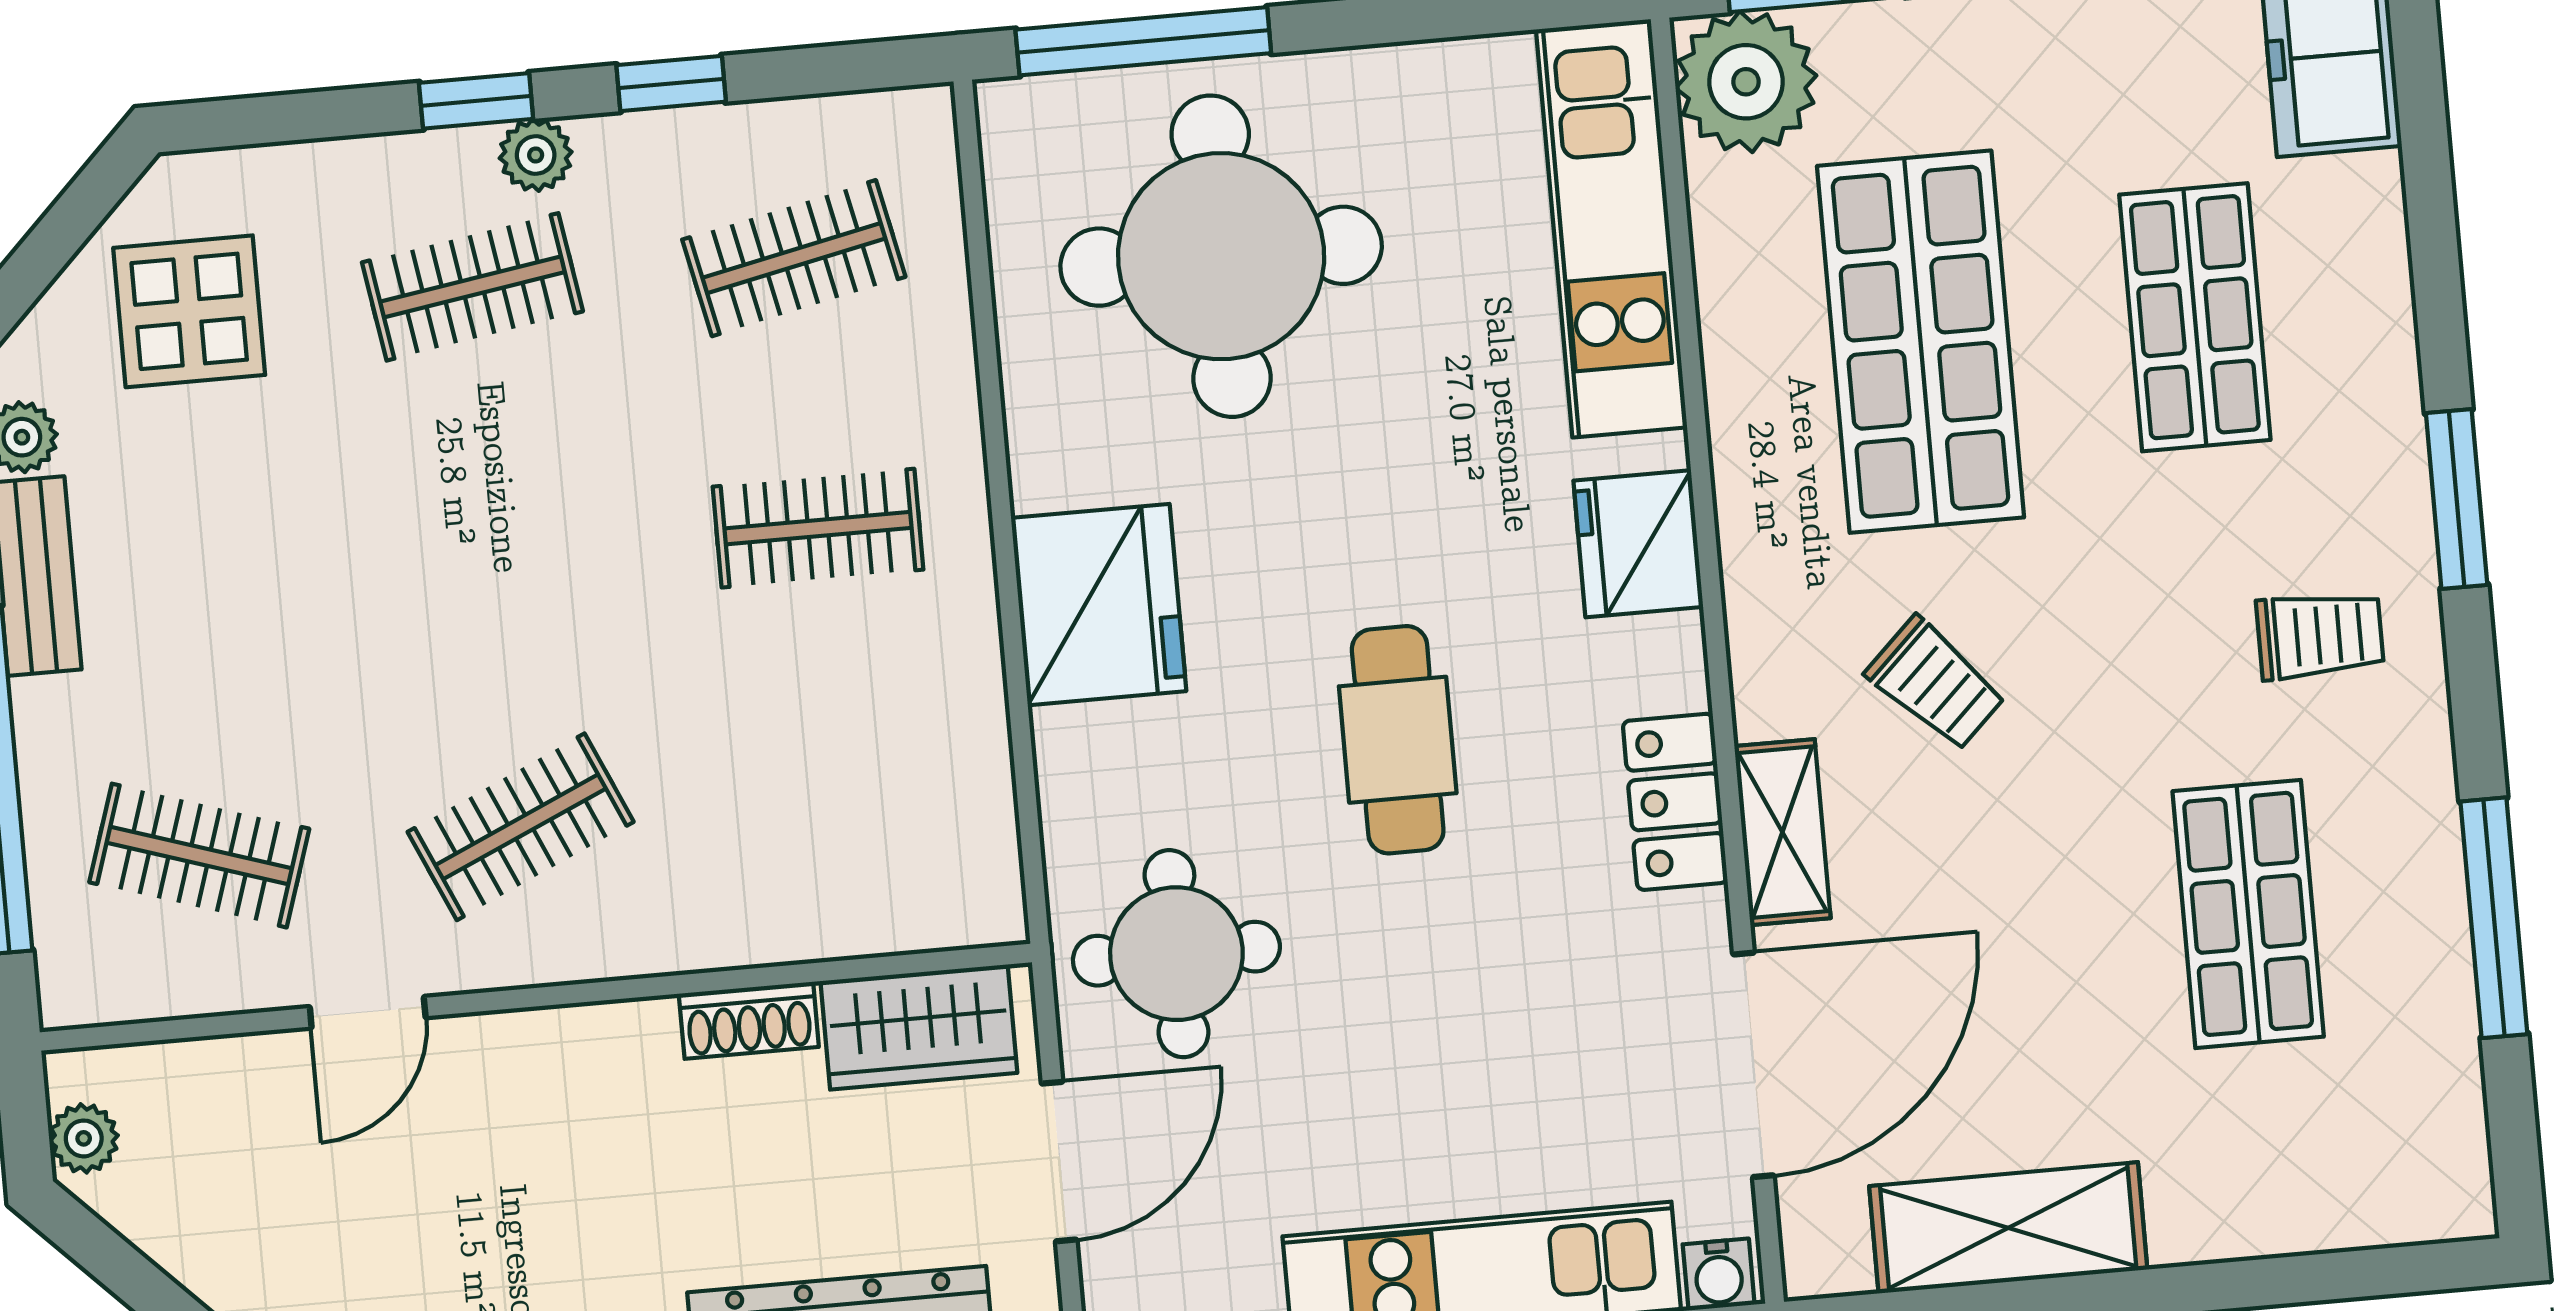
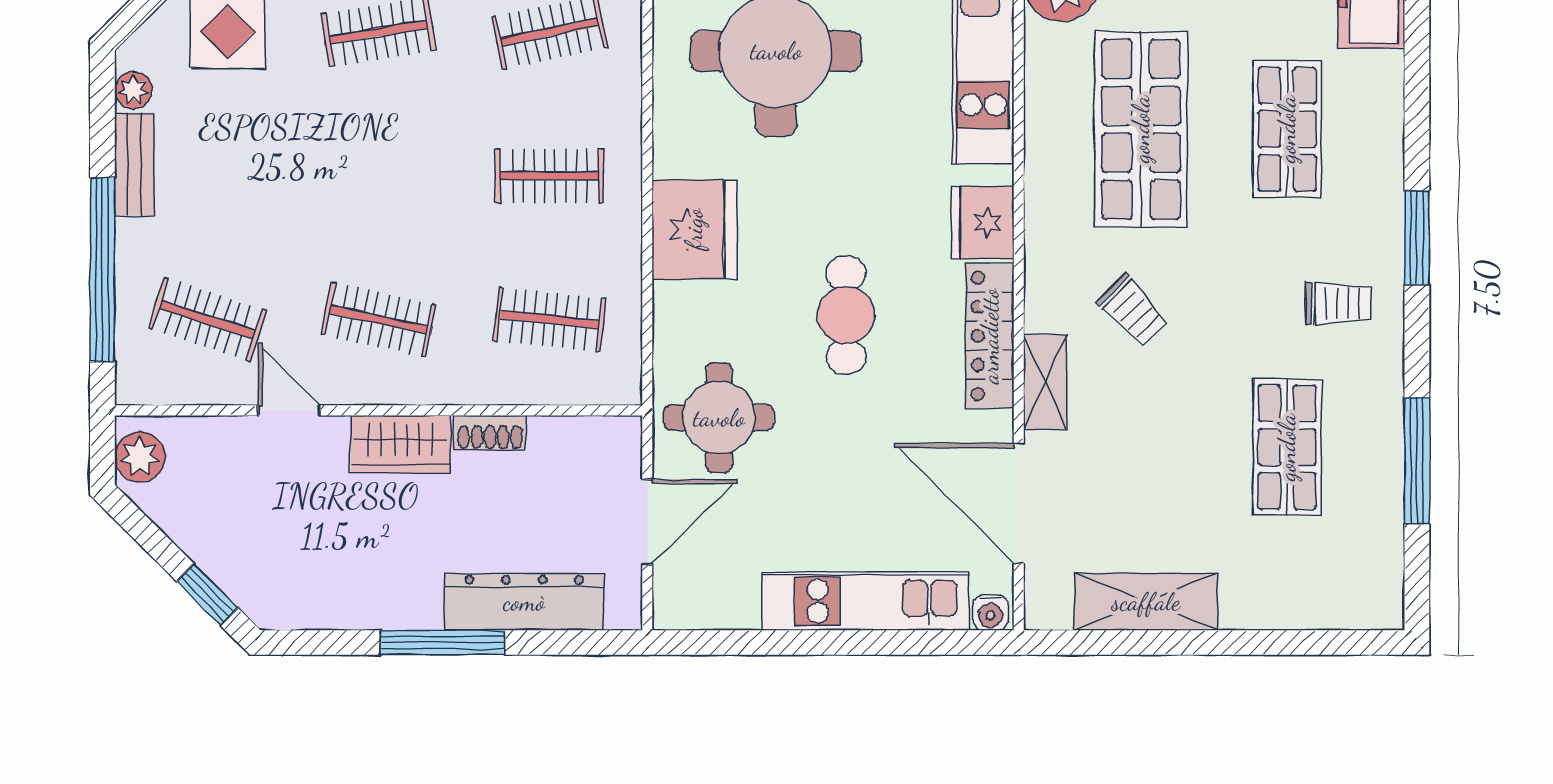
clothes rail: (842, 798) -> (550, 320), added
locker: (1675, 802) -> (990, 336), width x1.53
clothes rail: (521, 827) -> (379, 320), turned 36
door: (368, 1012) -> (289, 410), swing flipped
wardrobe: (919, 1027) -> (400, 444), moved
door: (1753, 1065) -> (1019, 504), swing flipped
plant: (84, 1138) -> (140, 457), width x1.38, depth x1.38

